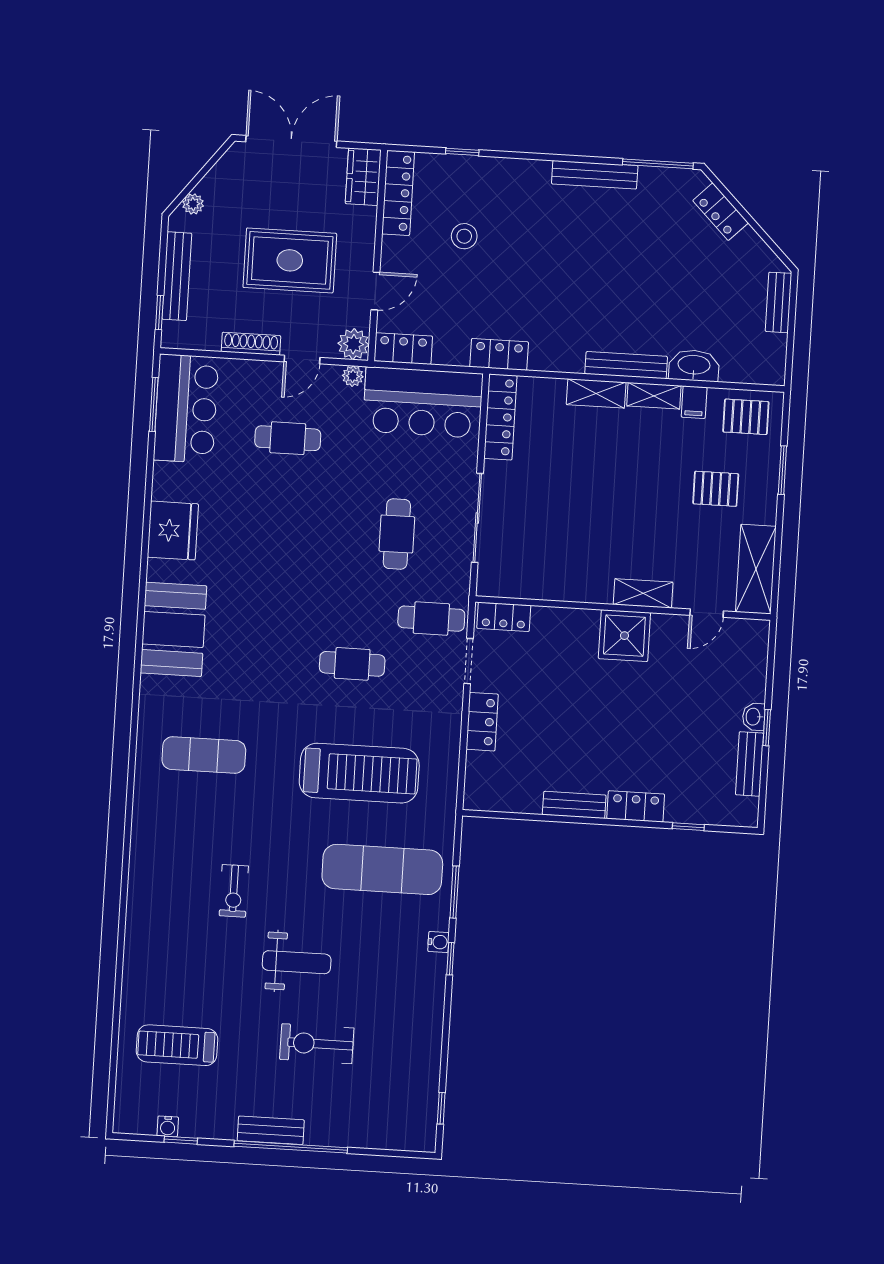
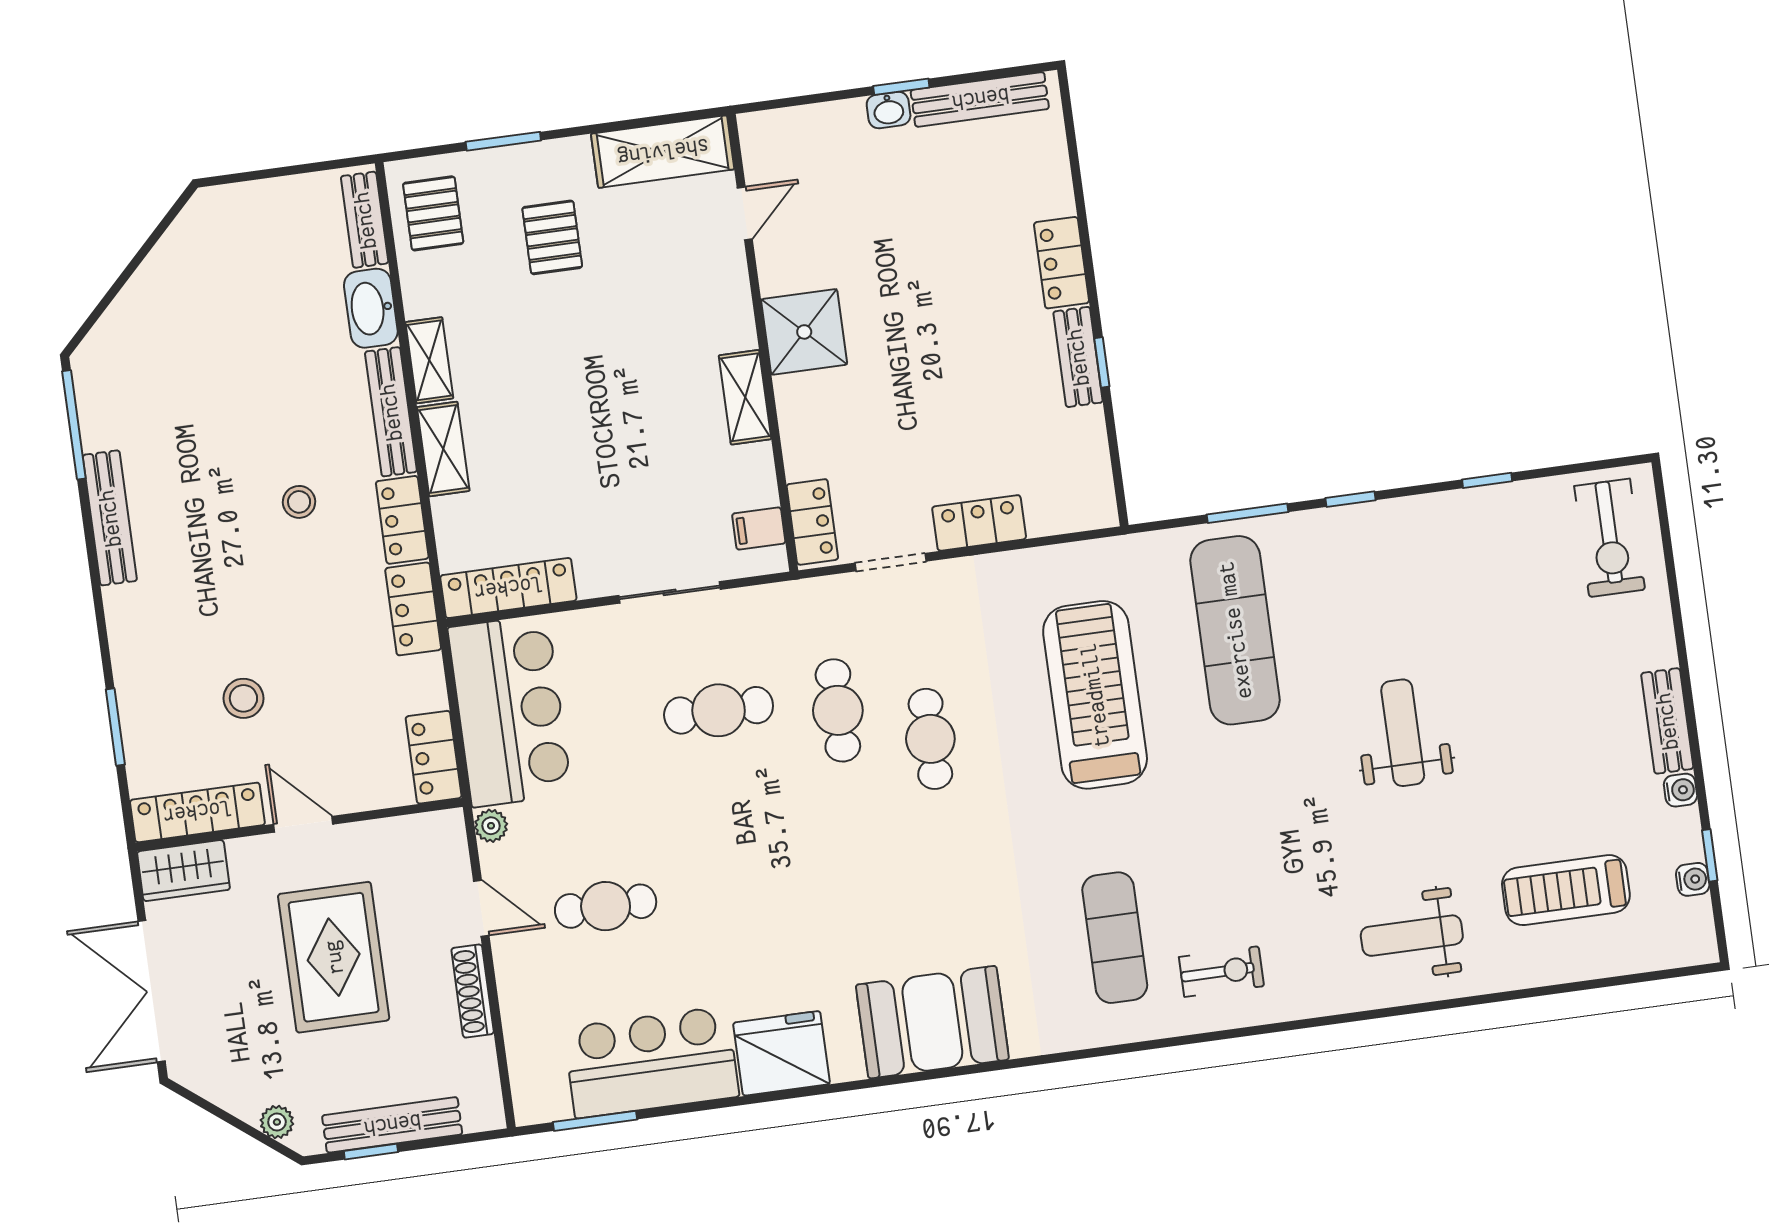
window: (462, 152) -> (115, 727), width x1.50
locker: (721, 212) -> (402, 520), moved, turned 135
door: (375, 291) -> (303, 824), moved
stool: (581, 296) -> (299, 502), added
bench: (778, 302) -> (365, 220), moved, turned 90
window: (159, 313) -> (371, 1152), moved
plant: (353, 344) -> (442, 834), removed
filing cabinet: (694, 402) -> (759, 529), moved, turned 180
bar counter: (186, 409) -> (651, 1062), moved
cafe table: (288, 438) -> (606, 906), turned 90
sliding door: (477, 518) -> (670, 592), width x0.73
shelving: (643, 593) -> (745, 397), moved
door: (707, 613) -> (745, 213), hinge flipped
cafe table: (431, 619) -> (838, 710), moved
bench: (750, 764) -> (980, 99), width x1.36
window: (688, 827) -> (1102, 362), moved
exercise bike: (234, 891) -> (1222, 972), moved
weight bench: (168, 942) -> (1412, 936), added
water cooler: (438, 942) -> (1680, 790), moved, turned 90
exercise bike: (317, 1044) -> (1610, 538), moved
treadmill: (177, 1045) -> (1566, 890), turned 90
window: (441, 1108) -> (1487, 480), moved
window: (291, 1147) -> (1686, 685), removed

